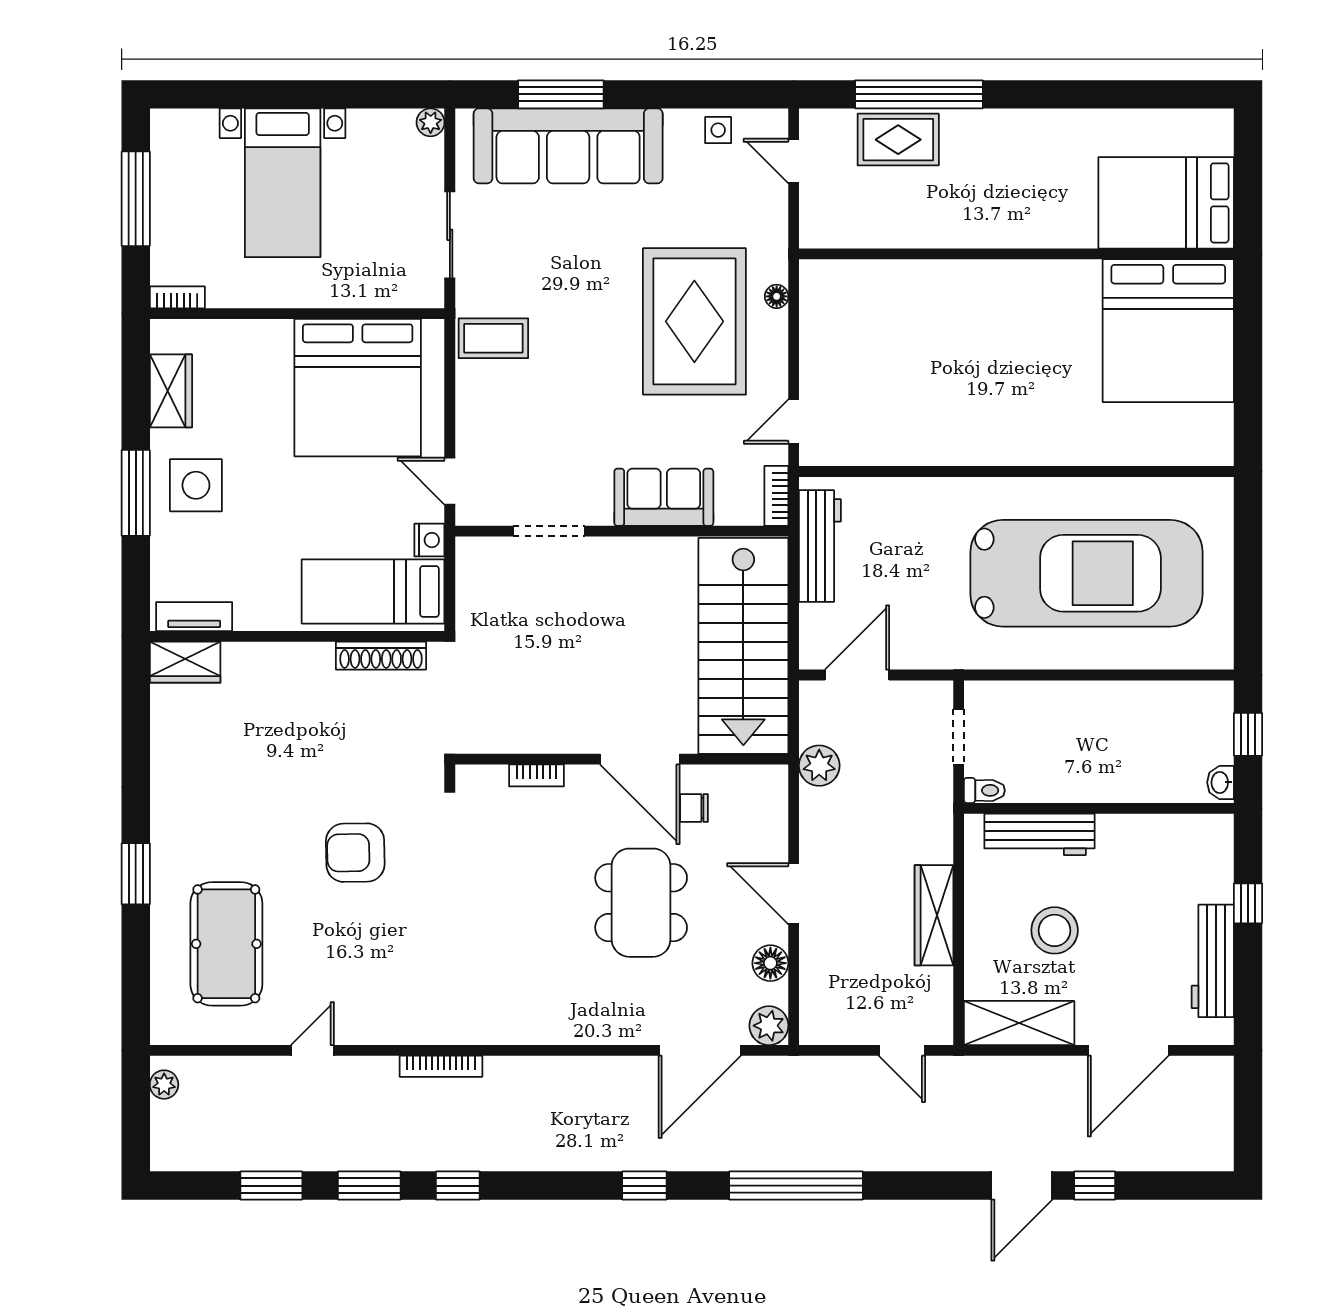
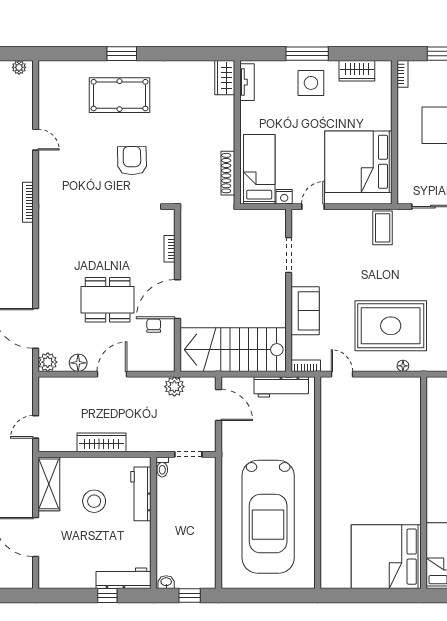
pool table: (226, 944) -> (120, 95), moved
workbench: (1213, 961) -> (124, 578), moved

